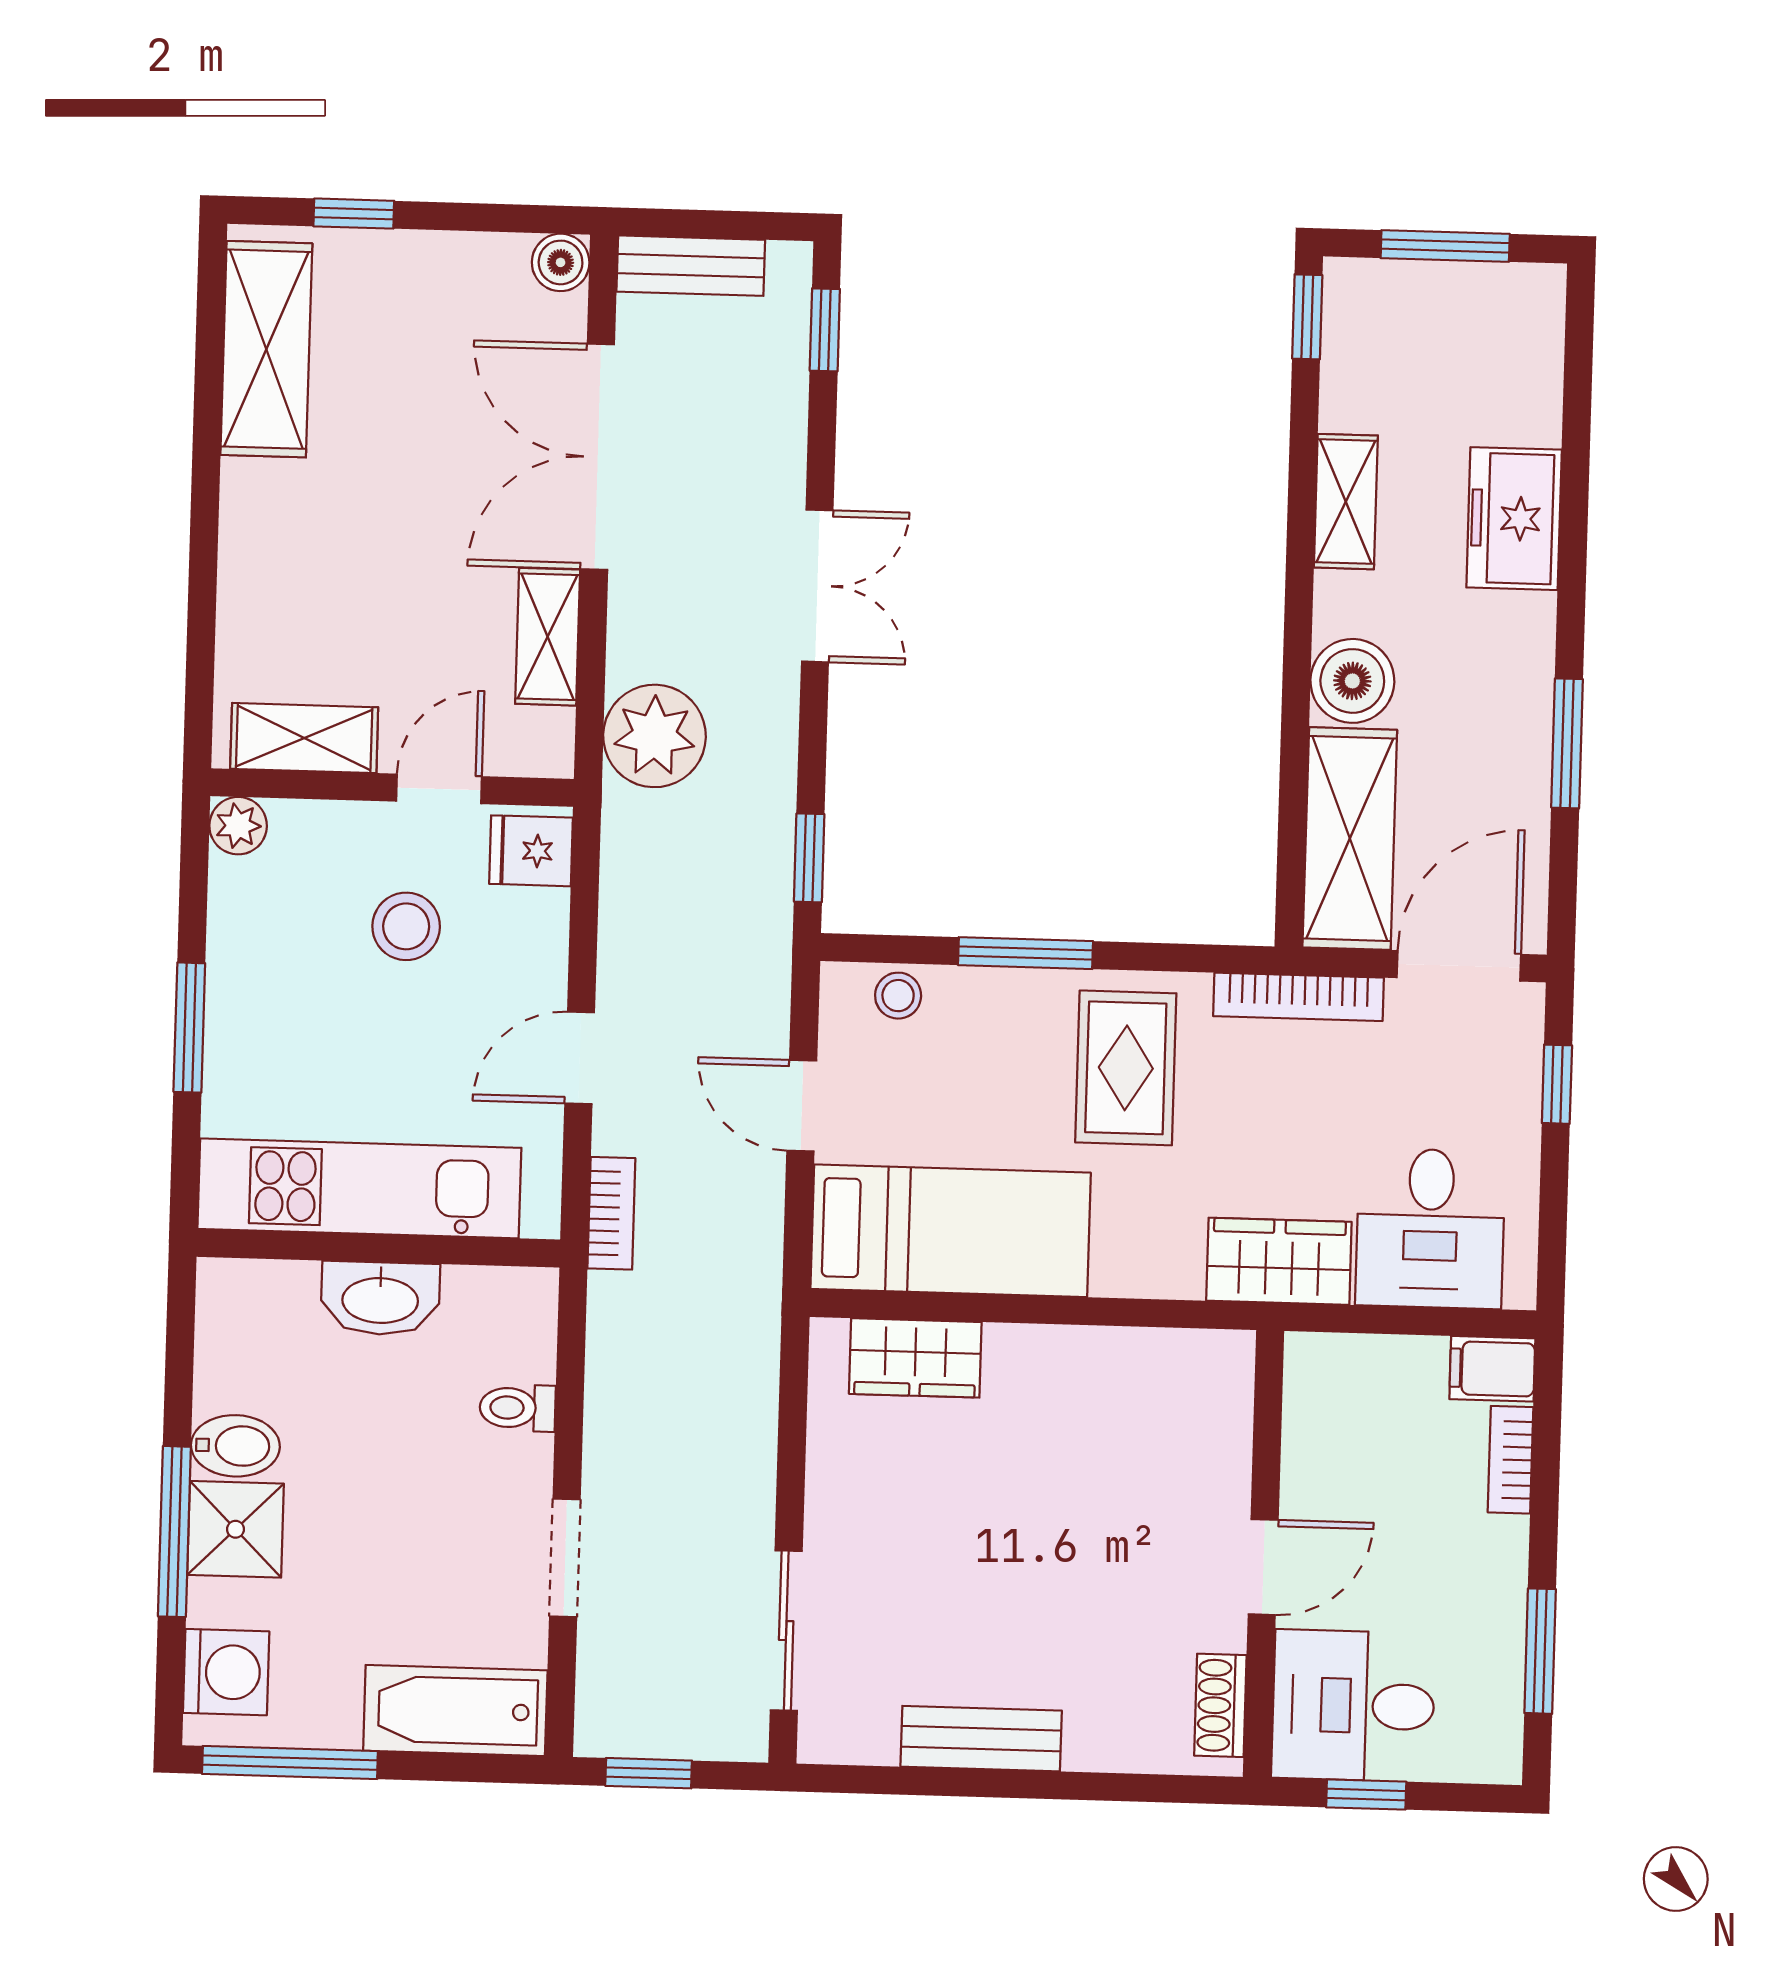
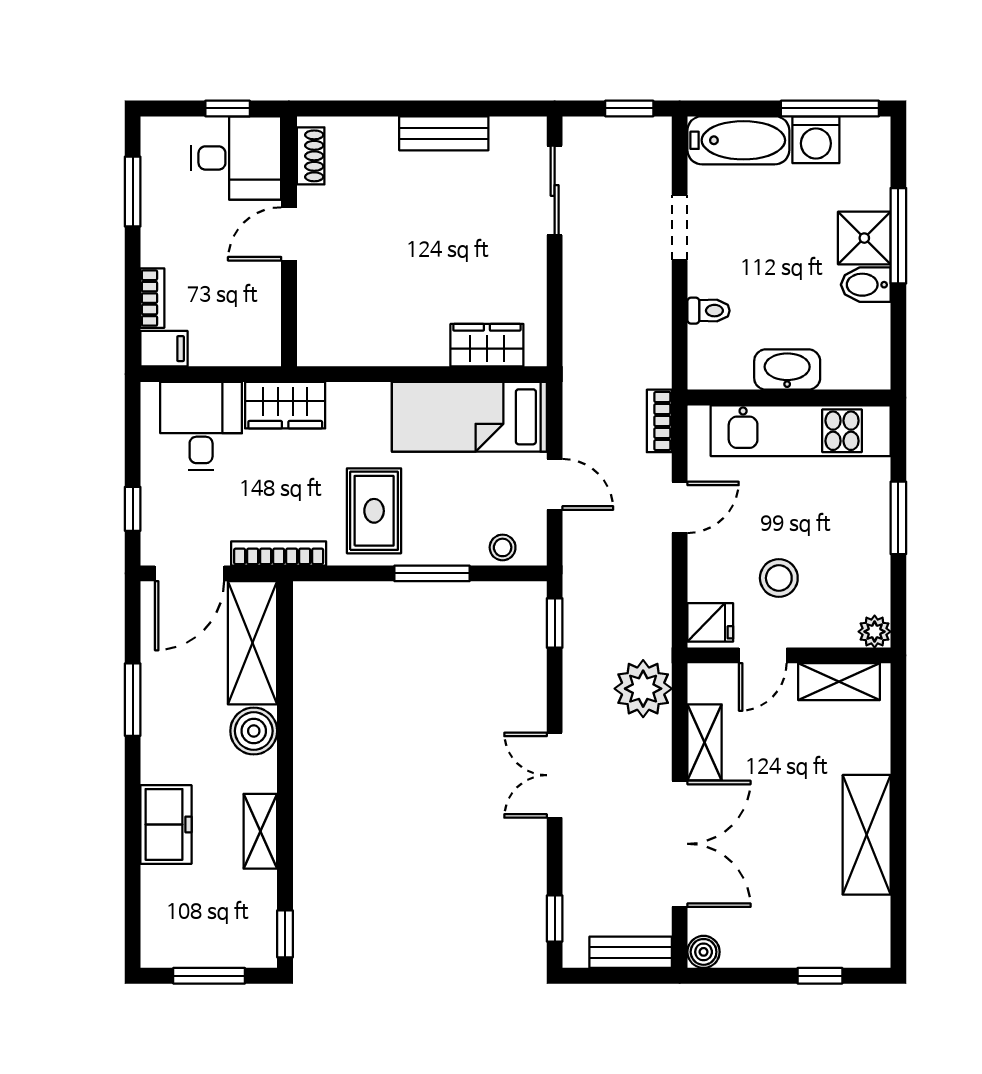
shelving: (266, 349) -> (867, 835), moved
washing machine: (226, 1672) -> (816, 140), moved, turned -90

